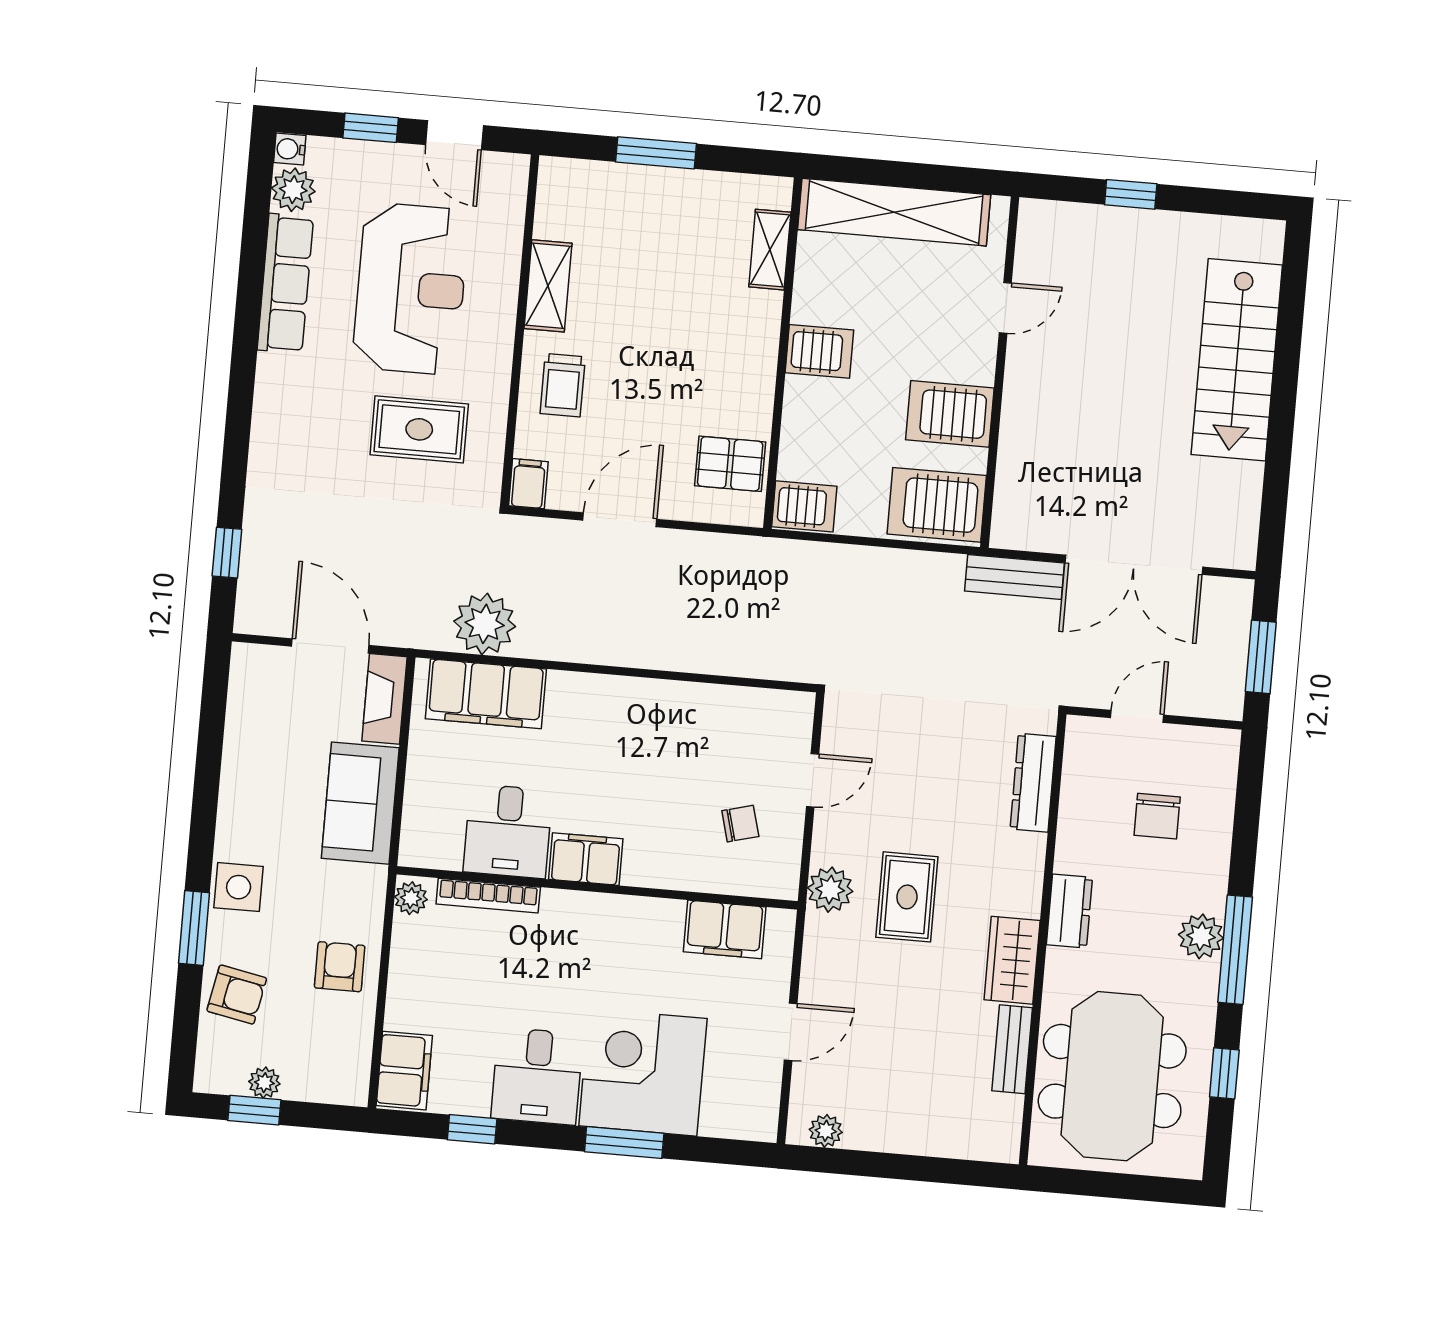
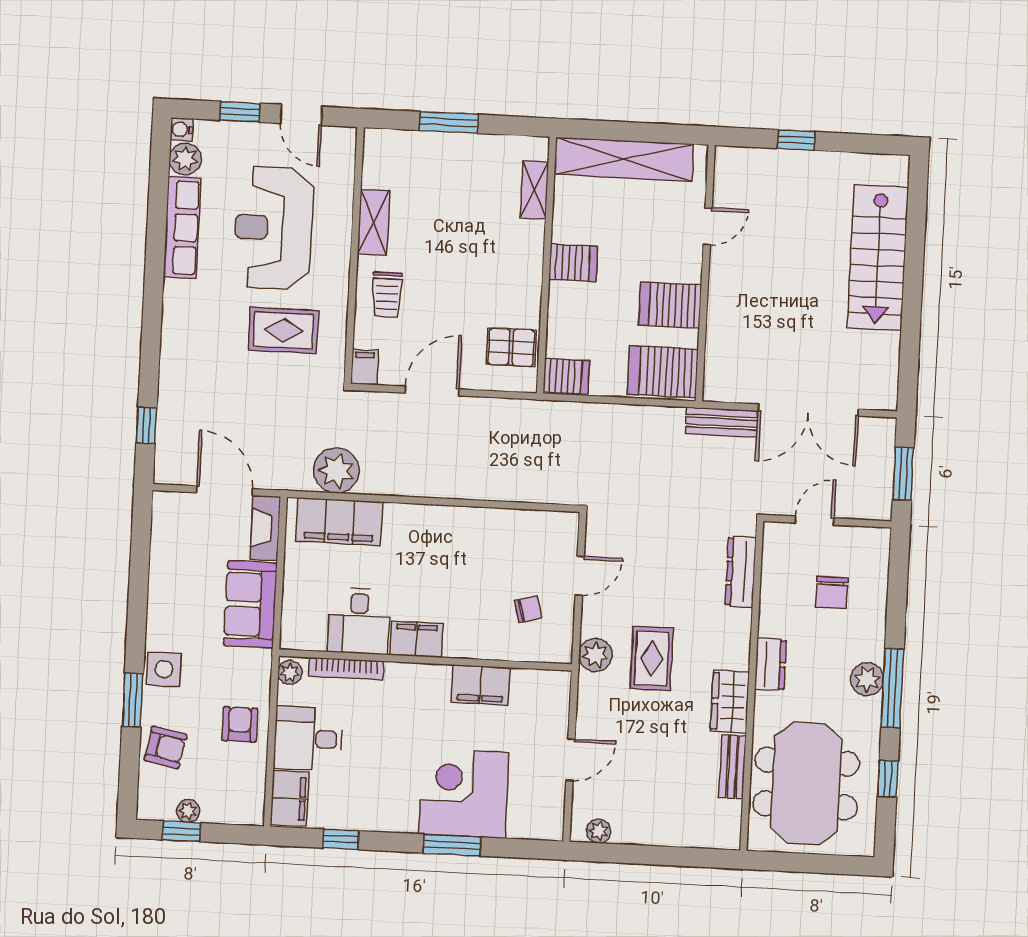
reception desk: (411, 289) -> (273, 228), turned 180
filing cabinet: (725, 929) -> (481, 685), moved
desk: (537, 1076) -> (308, 738), moved, turned 90

